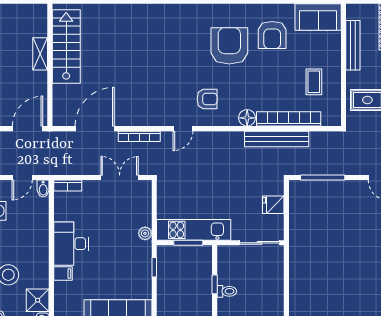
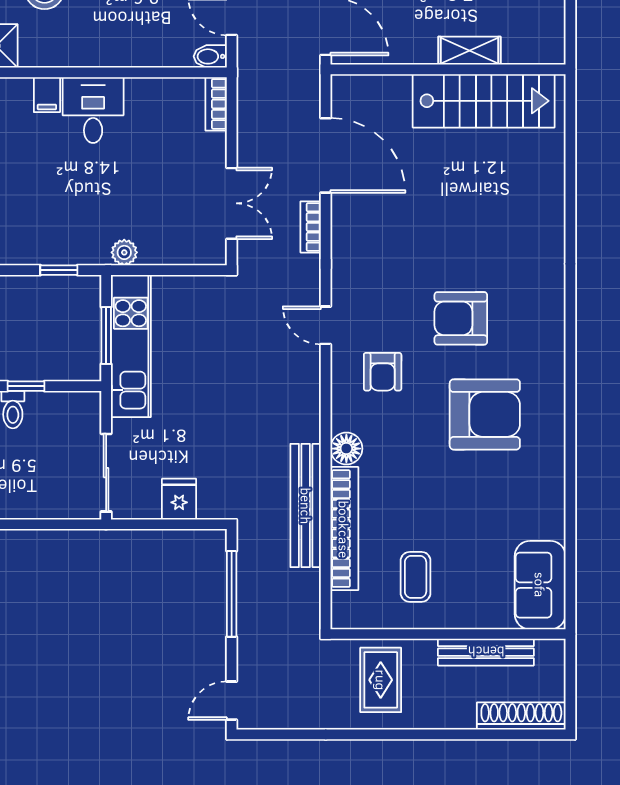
armchair: (272, 35) -> (461, 318), moved
coffee table: (314, 82) -> (416, 577), turned 90
bookcase: (139, 136) -> (311, 227), width x0.64
desk: (71, 244) -> (93, 110), width x0.73

